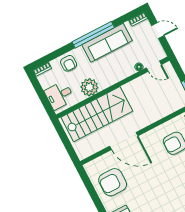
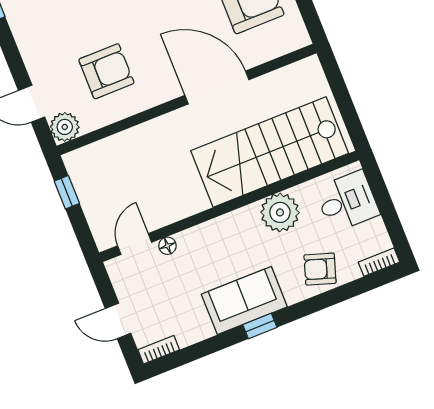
window: (93, 35) -> (260, 326), width x0.32
sofa: (107, 43) -> (244, 301), width x0.73
armchair: (69, 63) -> (320, 269), turned -72
door: (154, 66) -> (135, 244), hinge flipped

